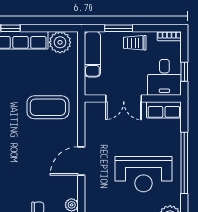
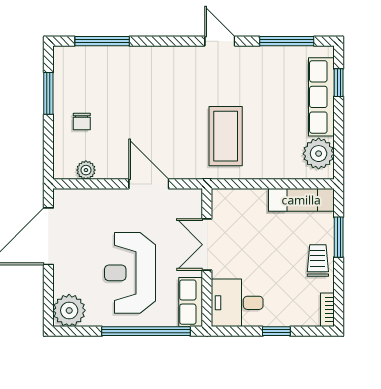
desk: (164, 77) -> (237, 303), moved
double door: (124, 99) -> (207, 245), moved
wall: (133, 99) -> (207, 258), moved
row of seats: (164, 110) -> (191, 302), moved

